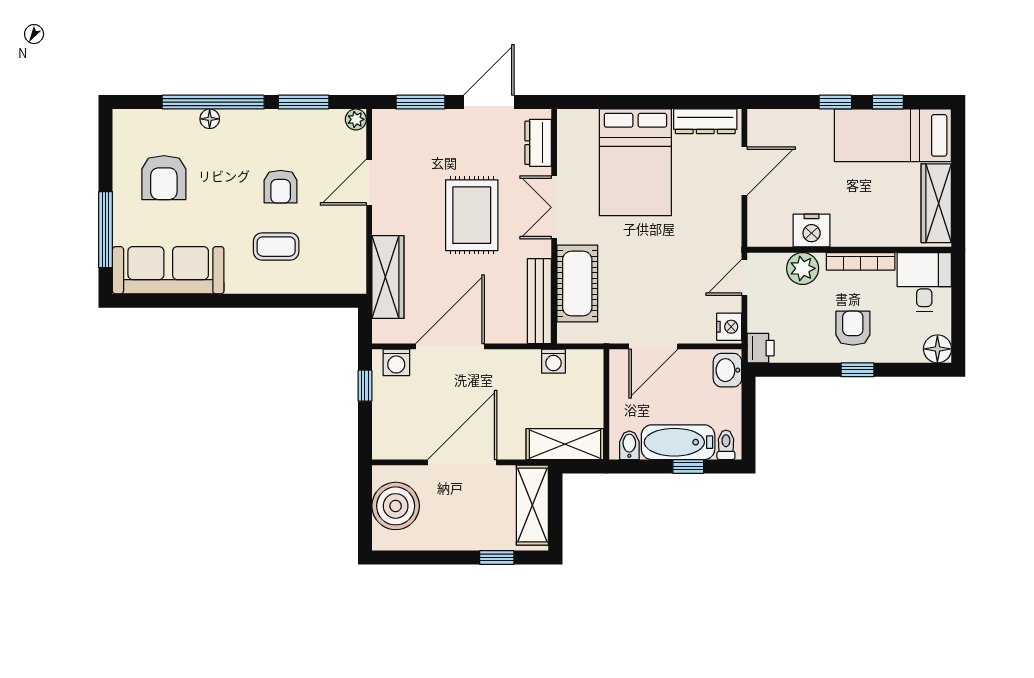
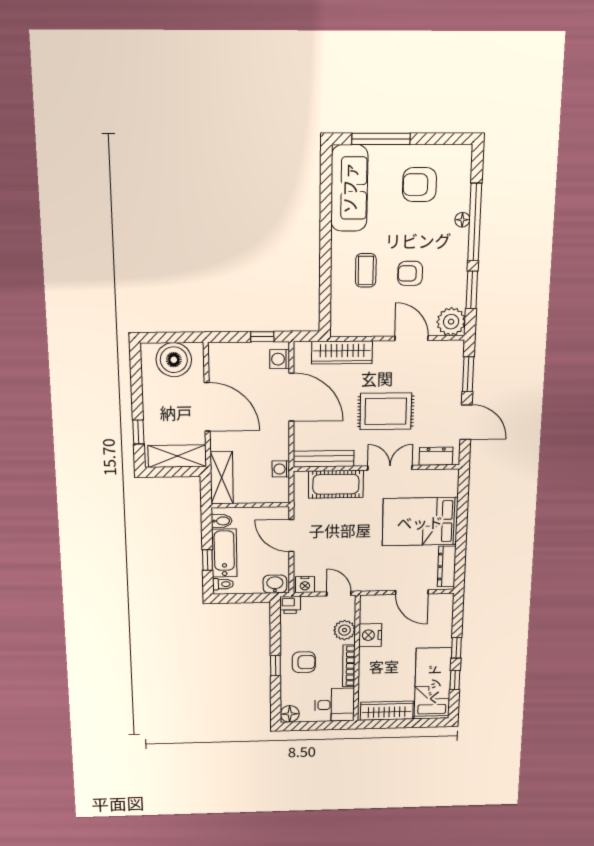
plant: (356, 119) -> (451, 322), width x1.88, depth x1.88

